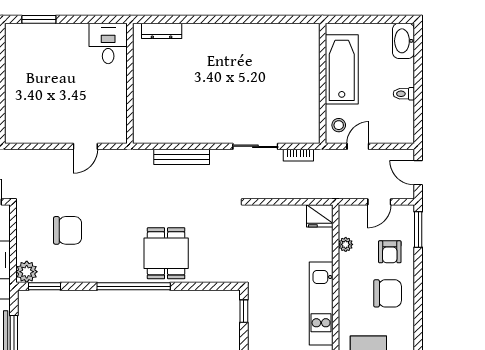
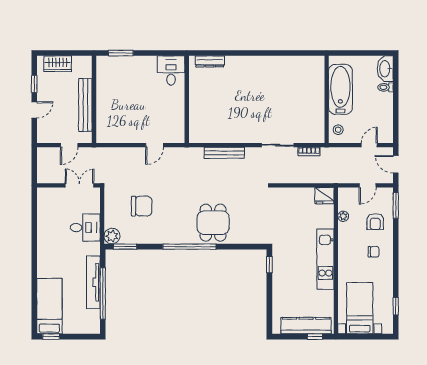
toilet: (404, 94) -> (385, 87), moved
door: (358, 146) -> (369, 145), moved
chair: (388, 293) -> (374, 252), width x0.54, depth x0.54

